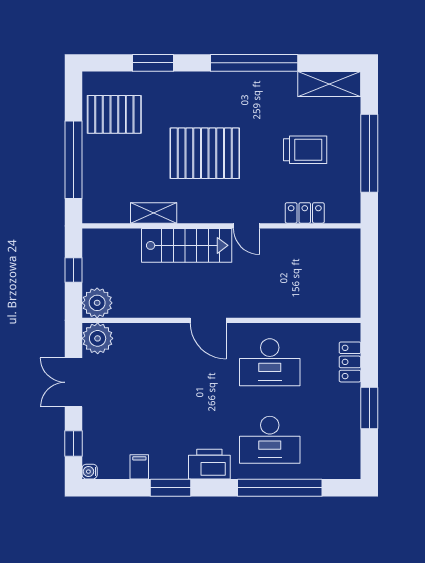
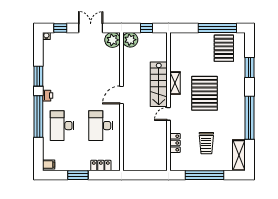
window: (74, 160) -> (217, 28), moved
shelving: (154, 213) -> (175, 83), moved
printer: (209, 464) -> (48, 96), width x0.53, depth x0.68
filing cabinet: (139, 467) -> (49, 165), moved
window: (280, 488) -> (38, 117), moved

